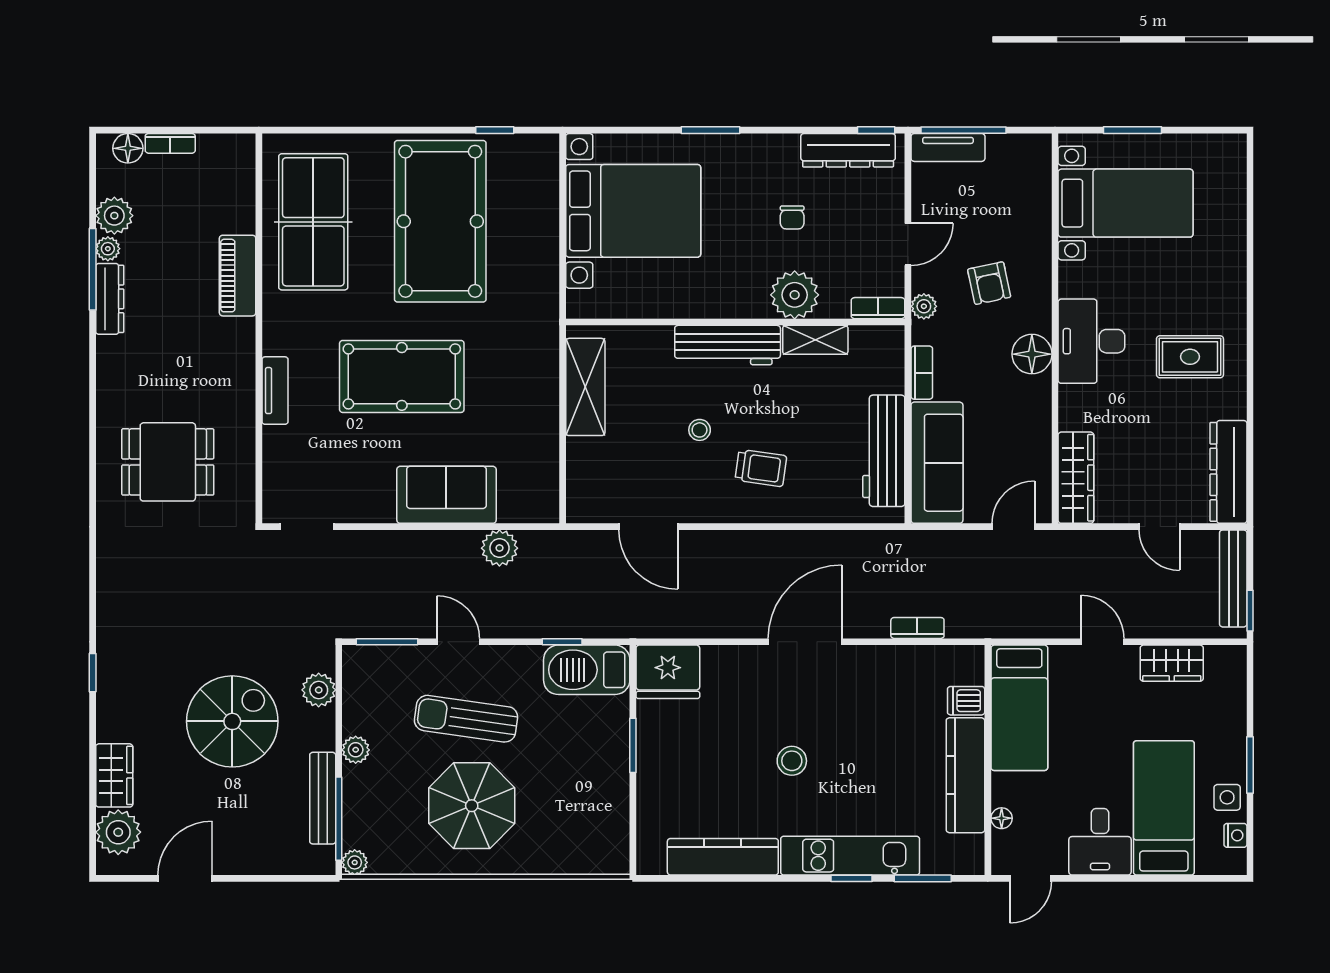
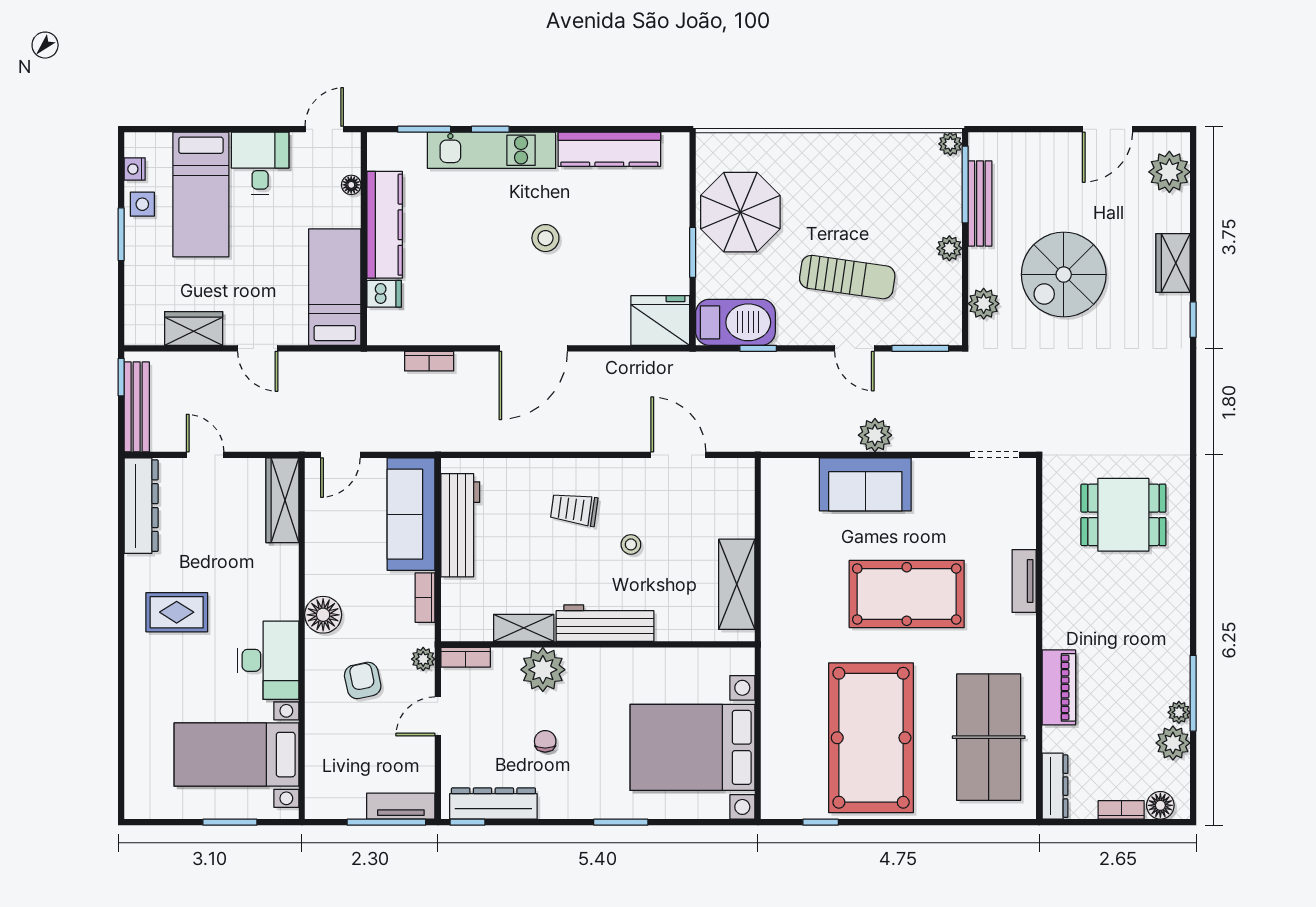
dresser: (110, 299) -> (1055, 786), moved, turned 180
desk: (1091, 341) -> (268, 660), moved
plant: (499, 548) -> (875, 435), moved
wardrobe: (114, 775) -> (1173, 263), moved
parasol: (472, 806) -> (740, 212), moved

